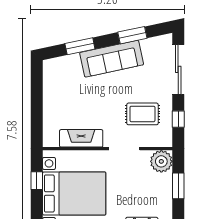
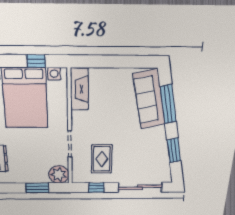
window: (80, 46) -> (168, 104), width x1.44
sofa: (112, 59) -> (149, 99), moved
fireplace: (81, 138) -> (79, 89), moved

